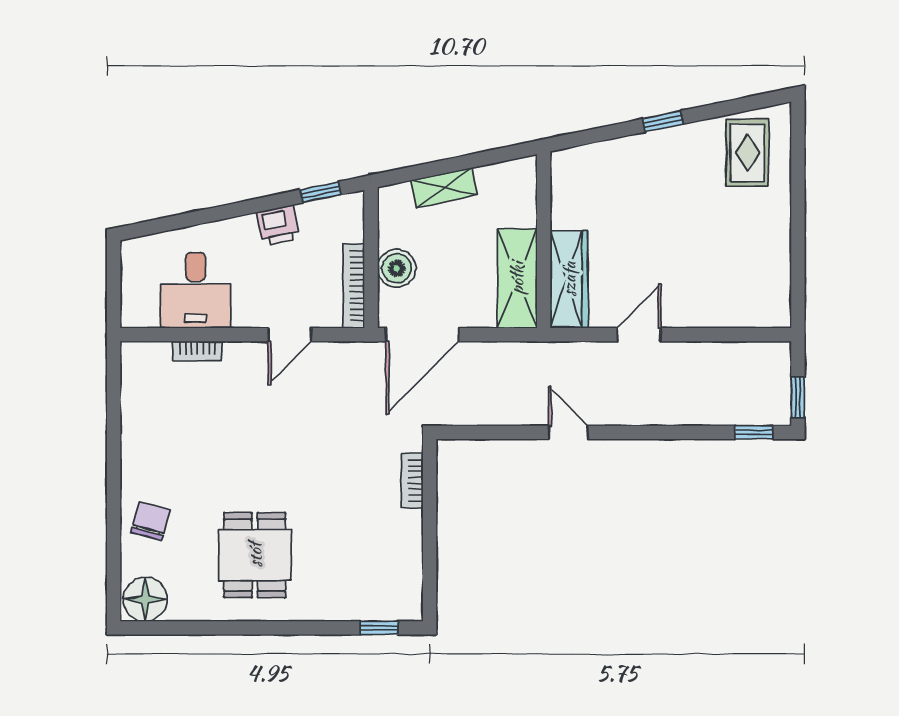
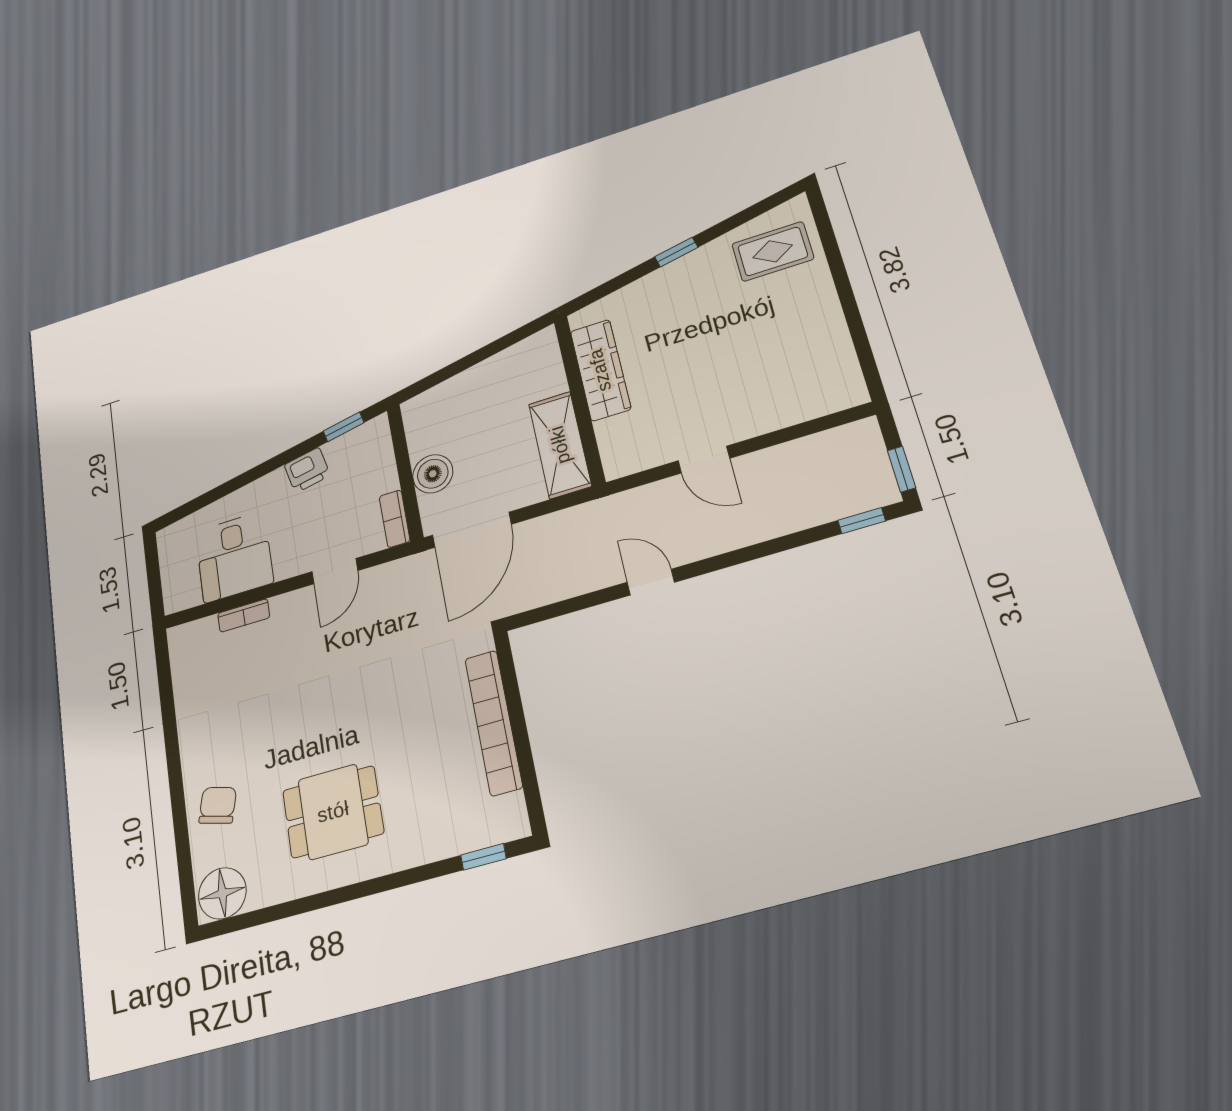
rug: (747, 153) -> (773, 251), turned 90
shelving: (444, 188) -> (466, 384), removed
wardrobe: (569, 279) -> (600, 370), moved
bookcase: (354, 286) -> (395, 519), width x0.64
door: (639, 335) -> (704, 460), swing flipped
bookcase: (412, 480) -> (494, 722), width x2.31, depth x1.31
dining table: (255, 555) -> (333, 812), turned 90

